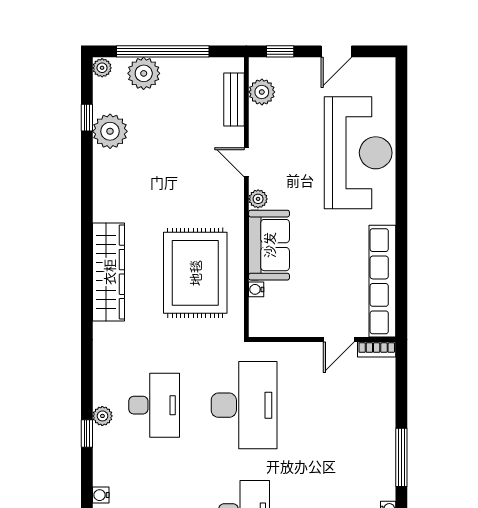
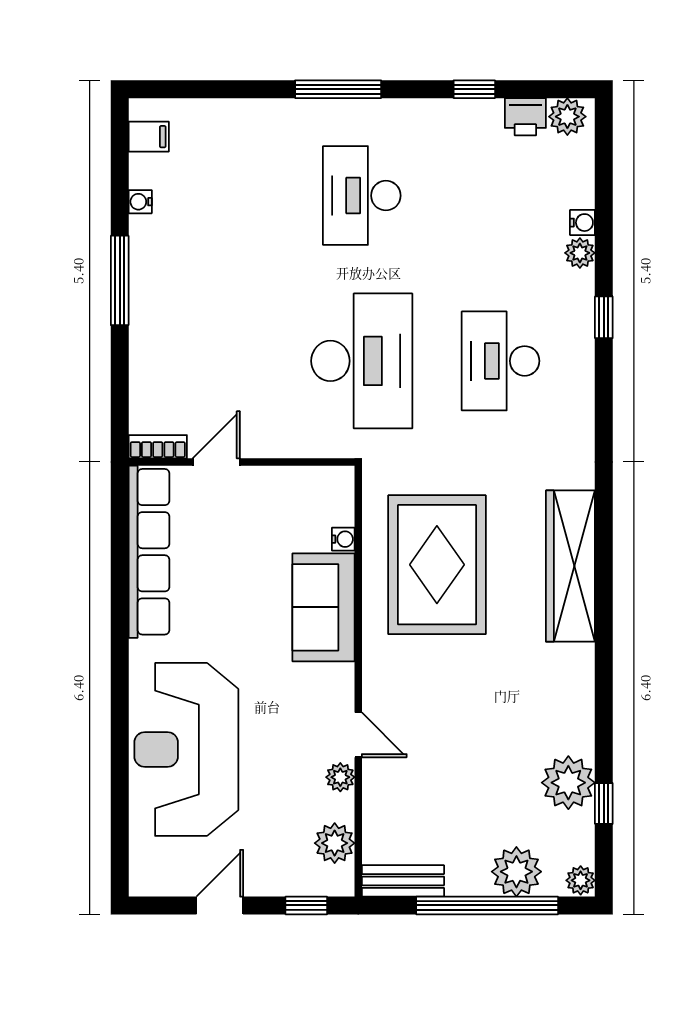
bench: (234, 100) -> (403, 881), moved, turned 90
plant: (258, 199) -> (340, 777), moved
desk: (244, 405) -> (362, 361), turned 180
plant: (102, 416) -> (580, 253), moved

